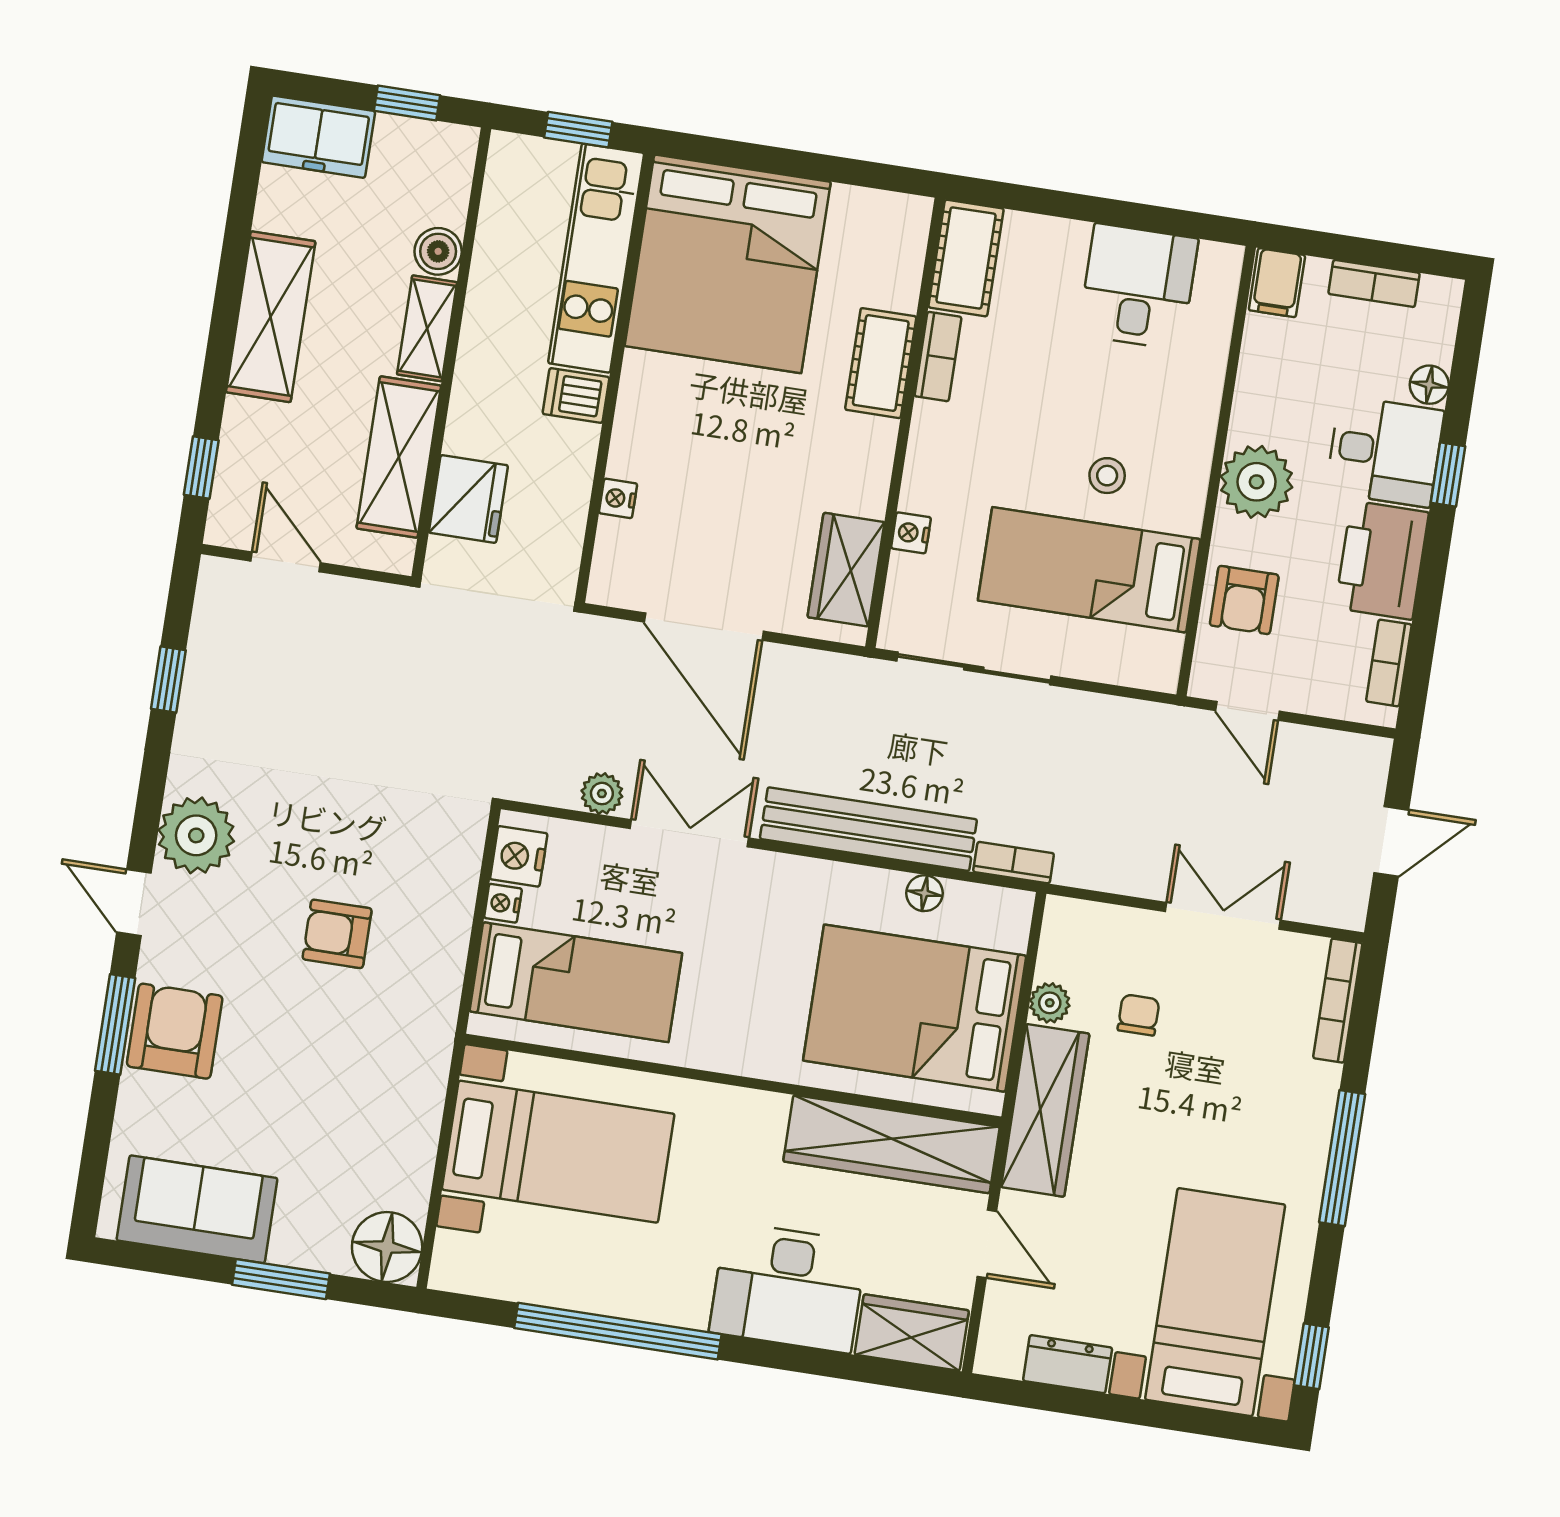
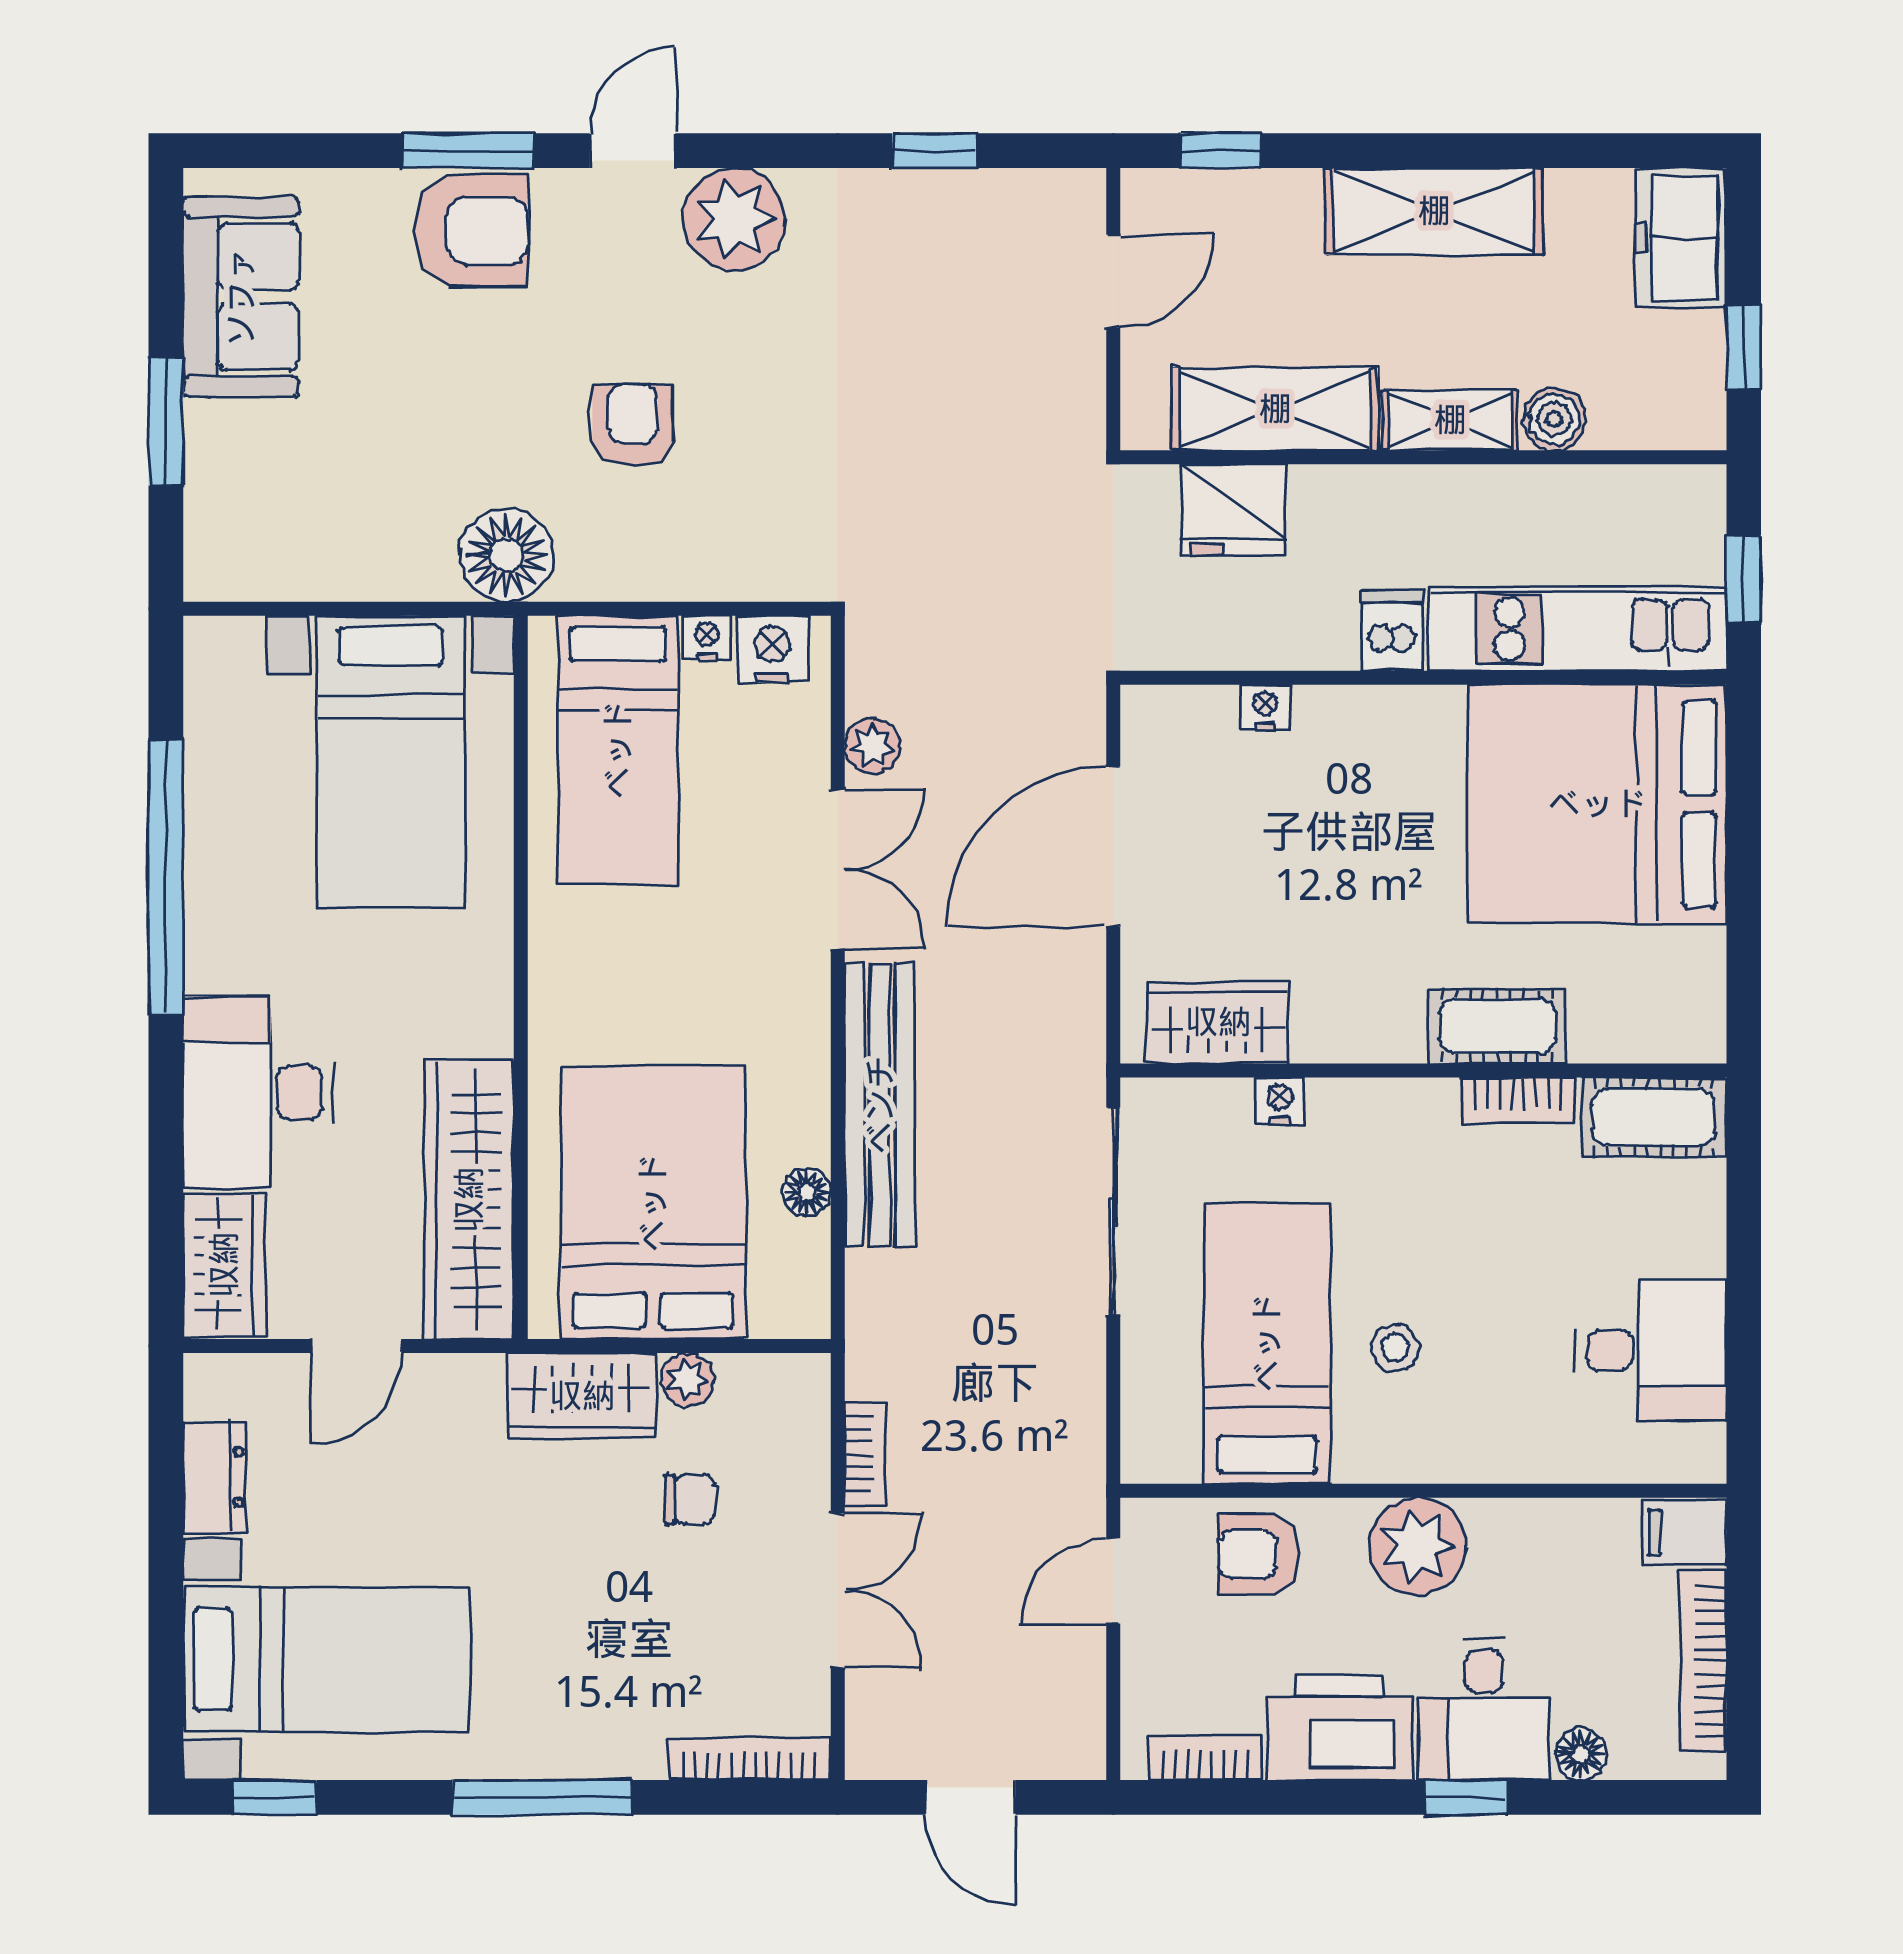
bookcase: (1374, 283) -> (1703, 1661), width x1.56
bookcase: (1014, 863) -> (865, 1454), moved
wardrobe: (1045, 1110) -> (582, 1396), width x0.67
floor lamp: (387, 1247) -> (506, 555), moved

